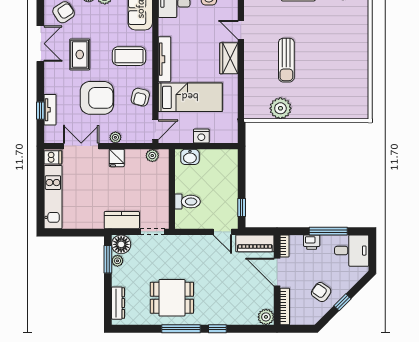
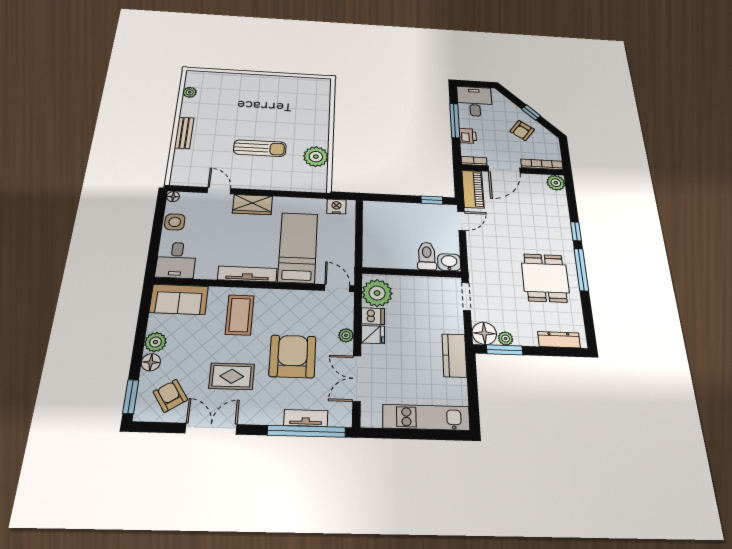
door: (241, 30) -> (219, 191), swing flipped
armchair: (140, 97) -> (295, 304), removed
window: (40, 111) -> (306, 431), width x3.17
nightstand: (201, 136) -> (336, 206), moved, turned -90
plant: (152, 156) -> (377, 293), width x1.88, depth x1.88
dishwasher: (53, 157) -> (373, 316), moved, turned 90
washbasin: (190, 157) -> (449, 262), moved, turned -90
kitchen counter: (122, 220) -> (454, 355), moved

